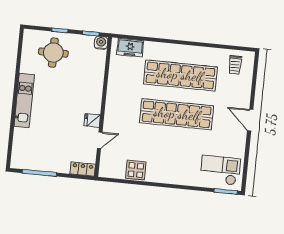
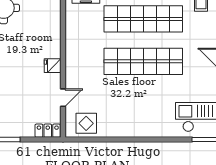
fridge: (92, 120) -> (53, 66), moved
display table: (136, 170) -> (86, 123), moved

